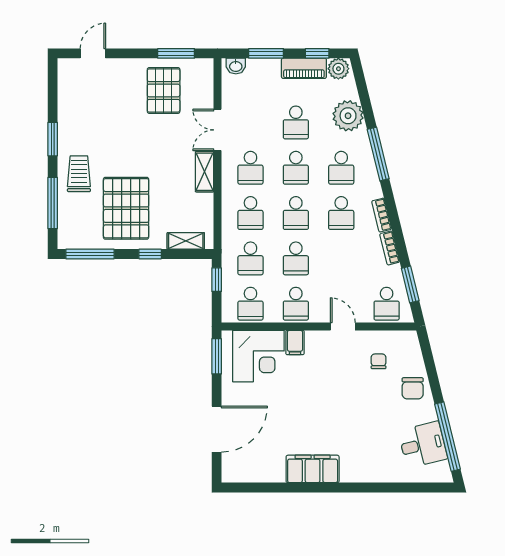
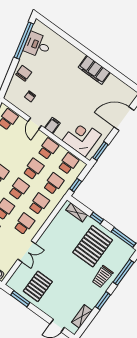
shelving: (205, 172) -> (82, 316), moved
filing cabinet: (295, 343) -> (52, 125), moved

